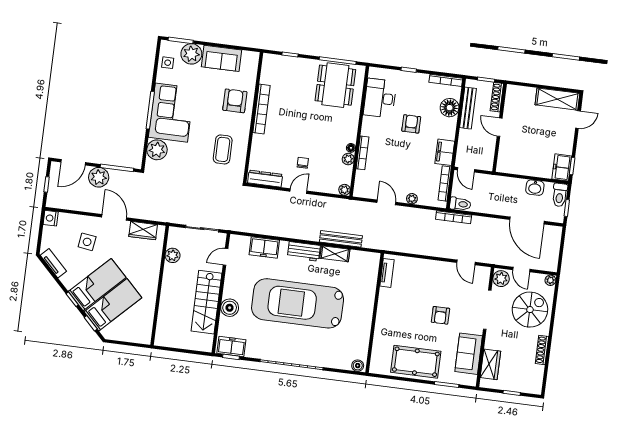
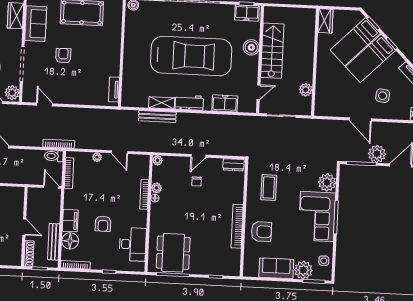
armchair: (235, 101) -> (261, 232), turned -90
filing cabinet: (445, 152) -> (70, 221), moved
dresser: (265, 179) -> (233, 165), width x0.70
wardrobe: (143, 231) -> (325, 21), moved, turned 90

